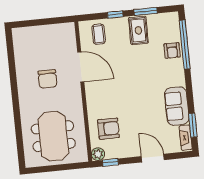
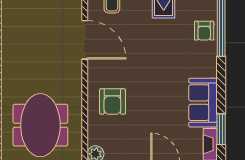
chair: (47, 79) -> (40, 51), removed
armchair: (108, 129) -> (112, 101), moved, turned 90

